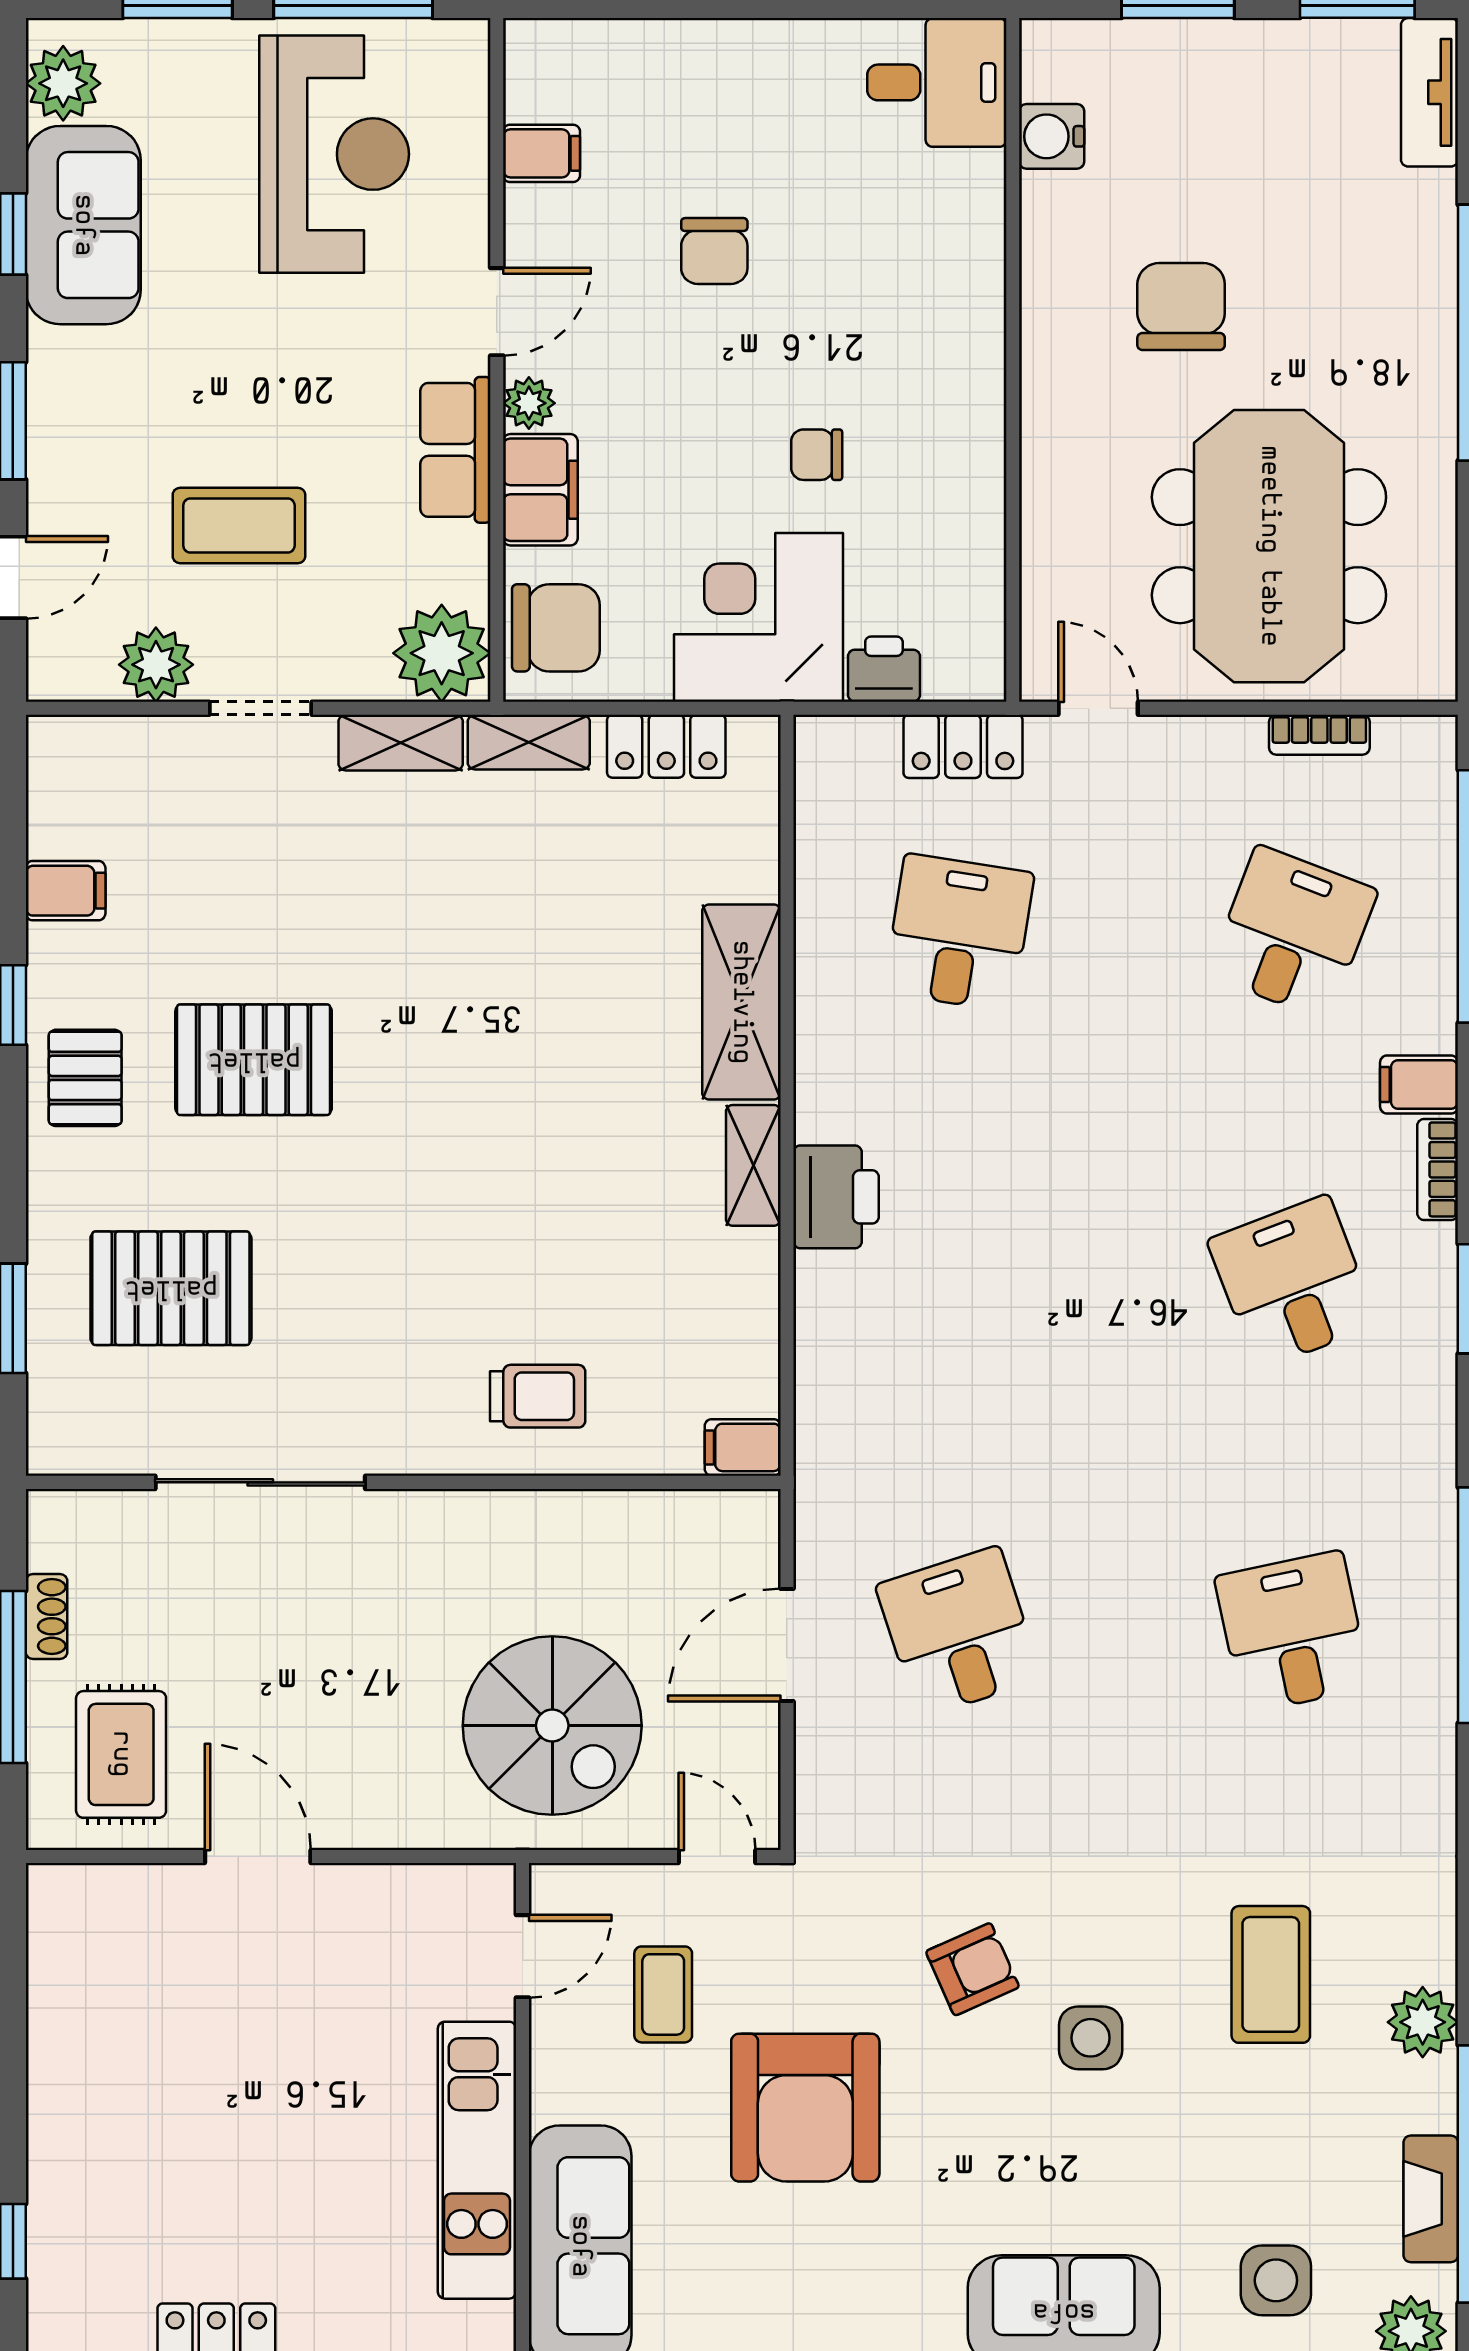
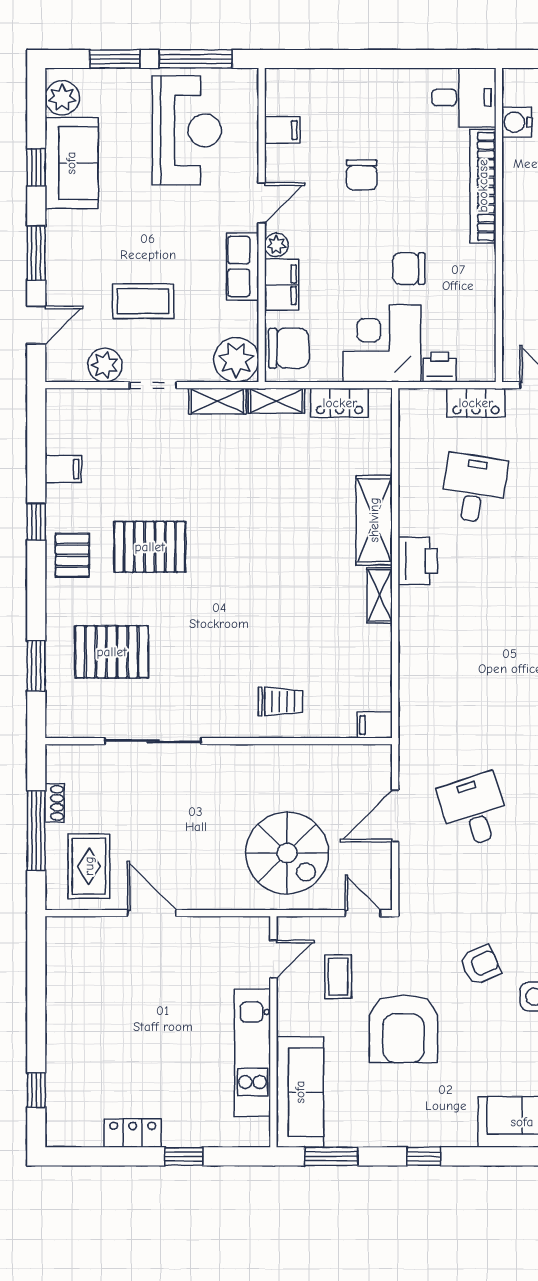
bookcase: (978, 276) -> (483, 186), added
chair: (817, 455) -> (409, 269), width x1.37, depth x1.37
printer: (836, 1197) -> (418, 561), moved

